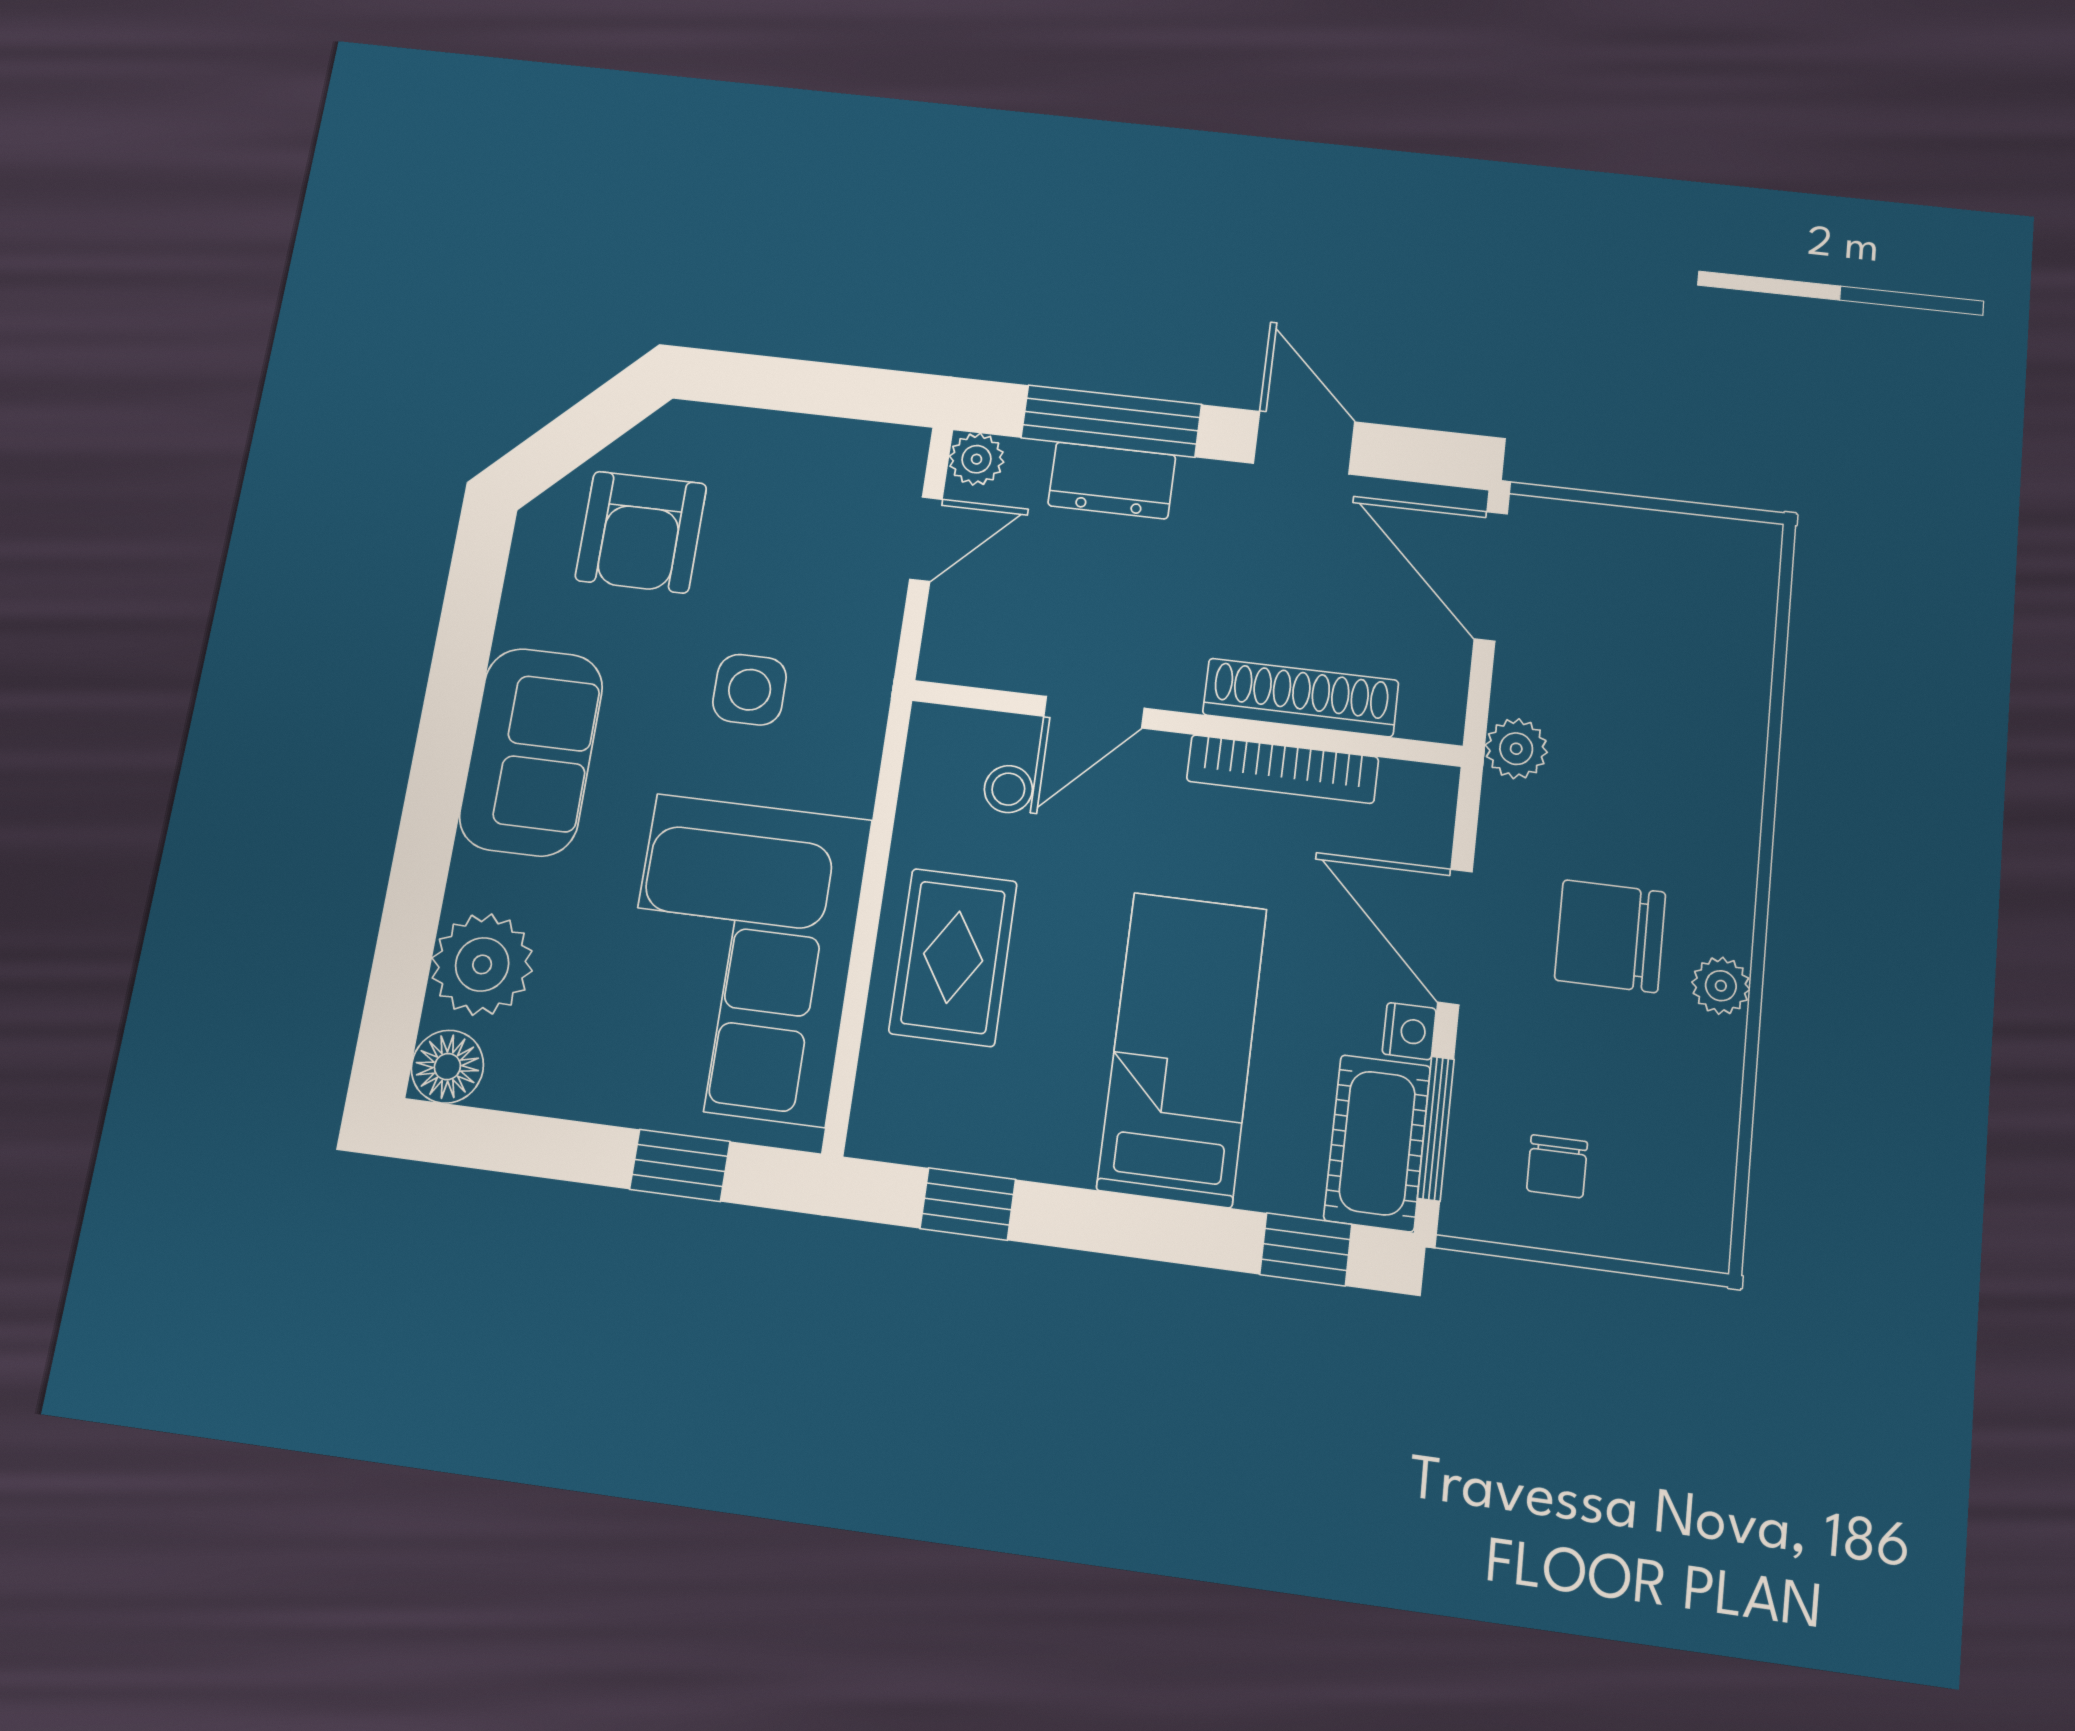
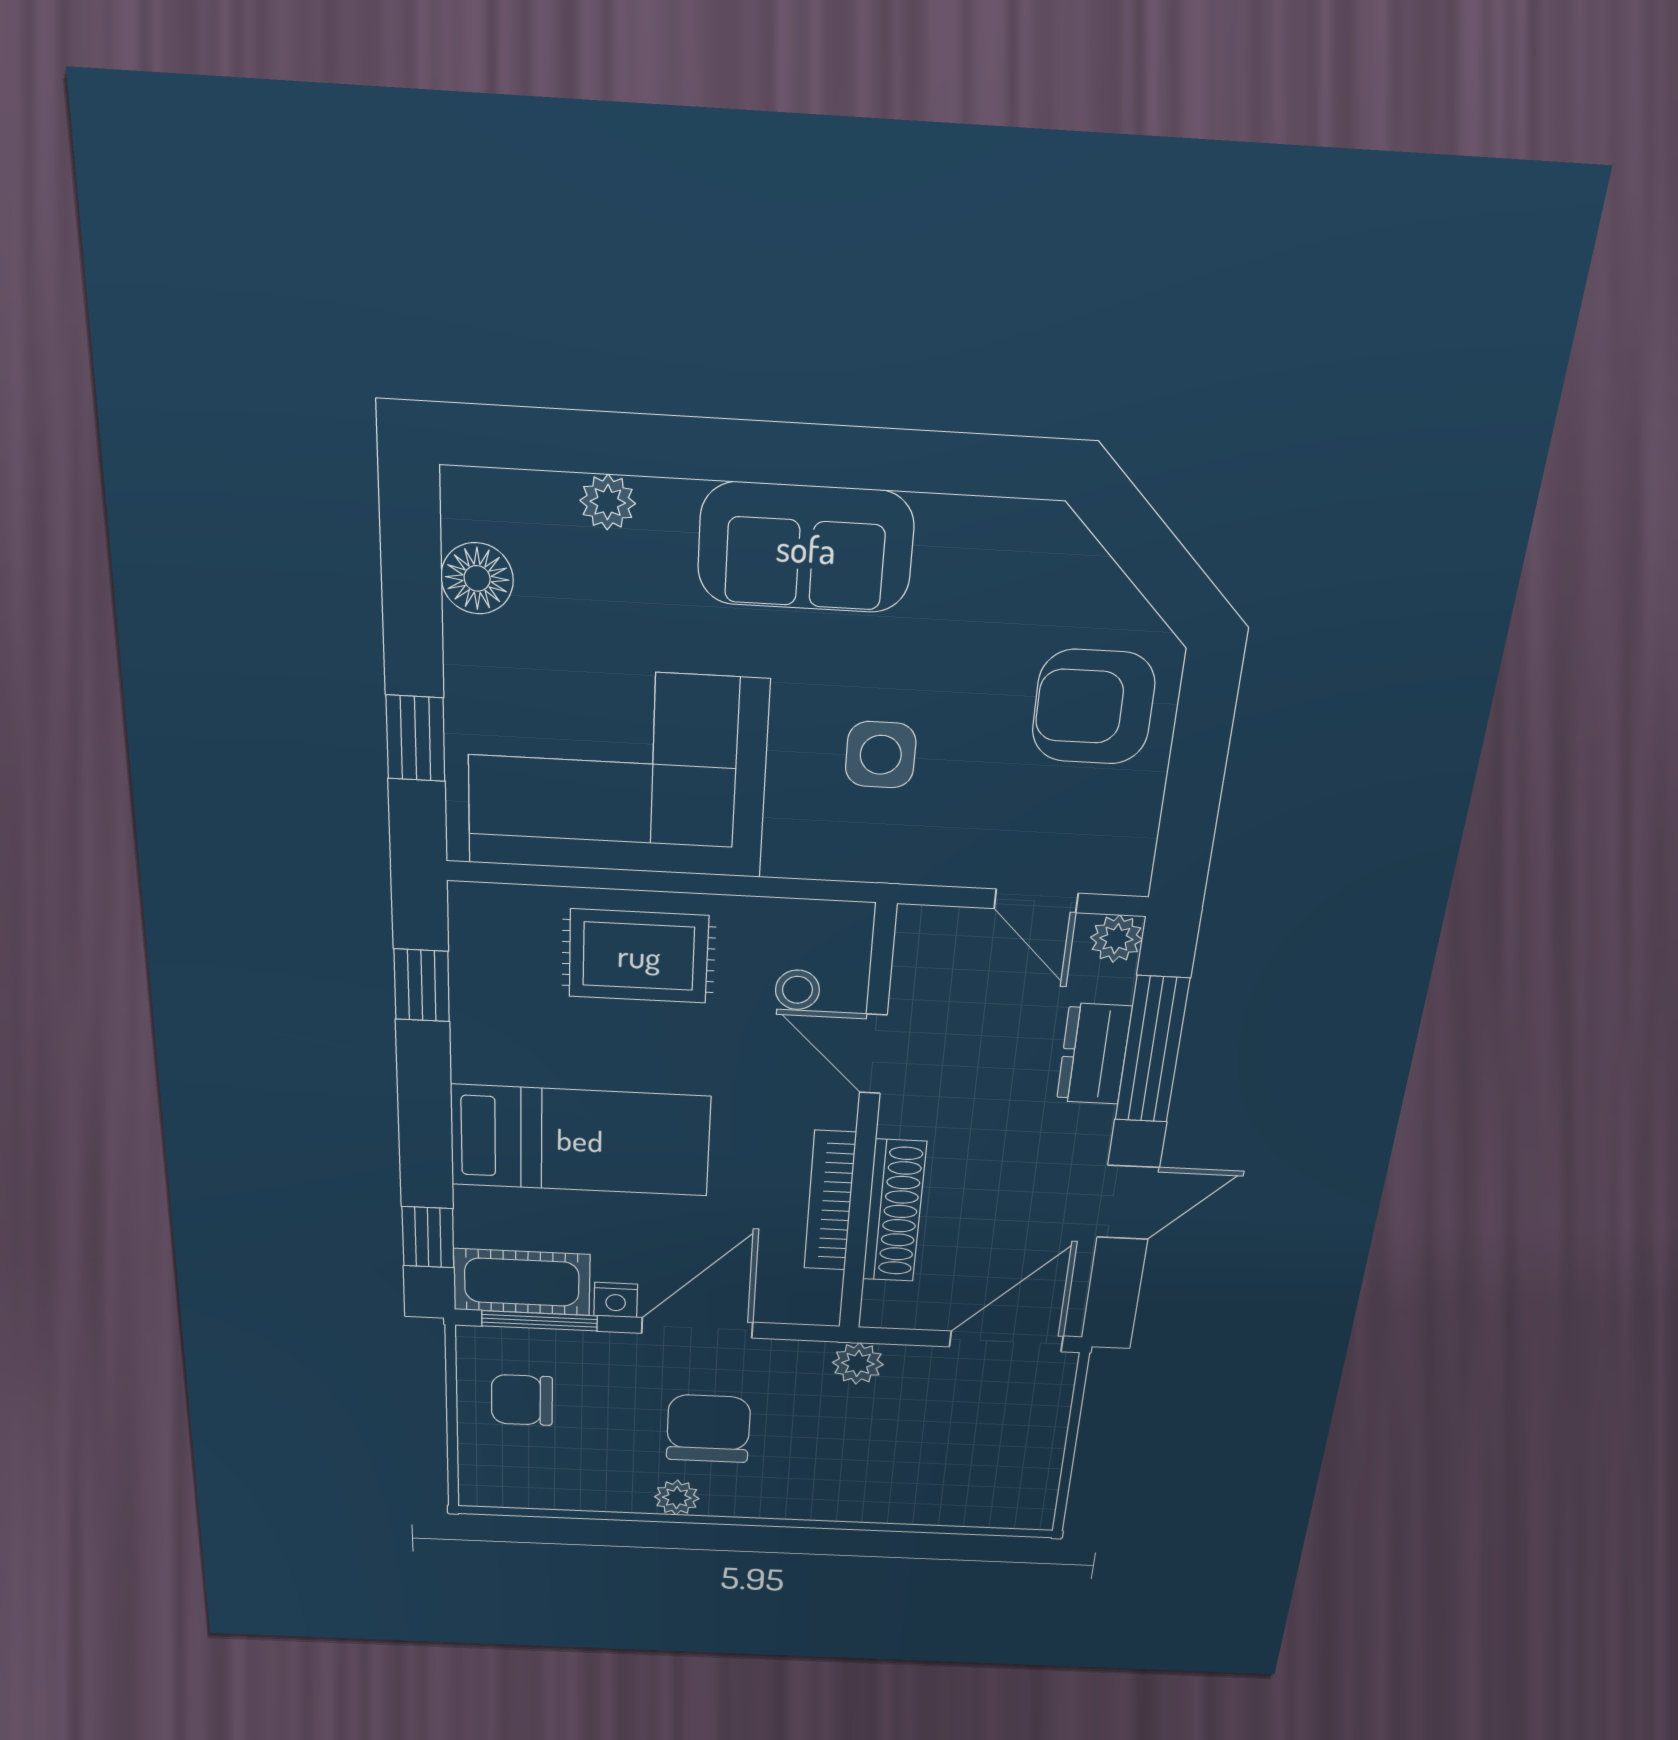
armchair: (641, 532) -> (1093, 707), moved
plant: (482, 964) -> (608, 502), width x0.53, depth x0.53
floor lamp: (447, 1067) -> (477, 578), moved
chair: (1557, 1166) -> (522, 1400), width x1.37, depth x1.37

